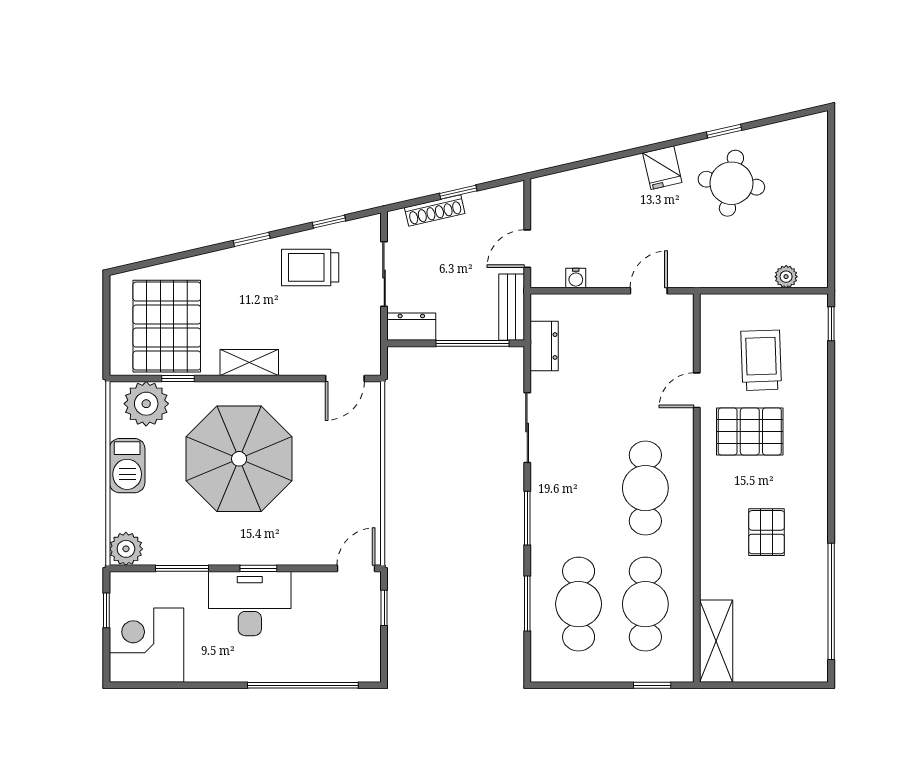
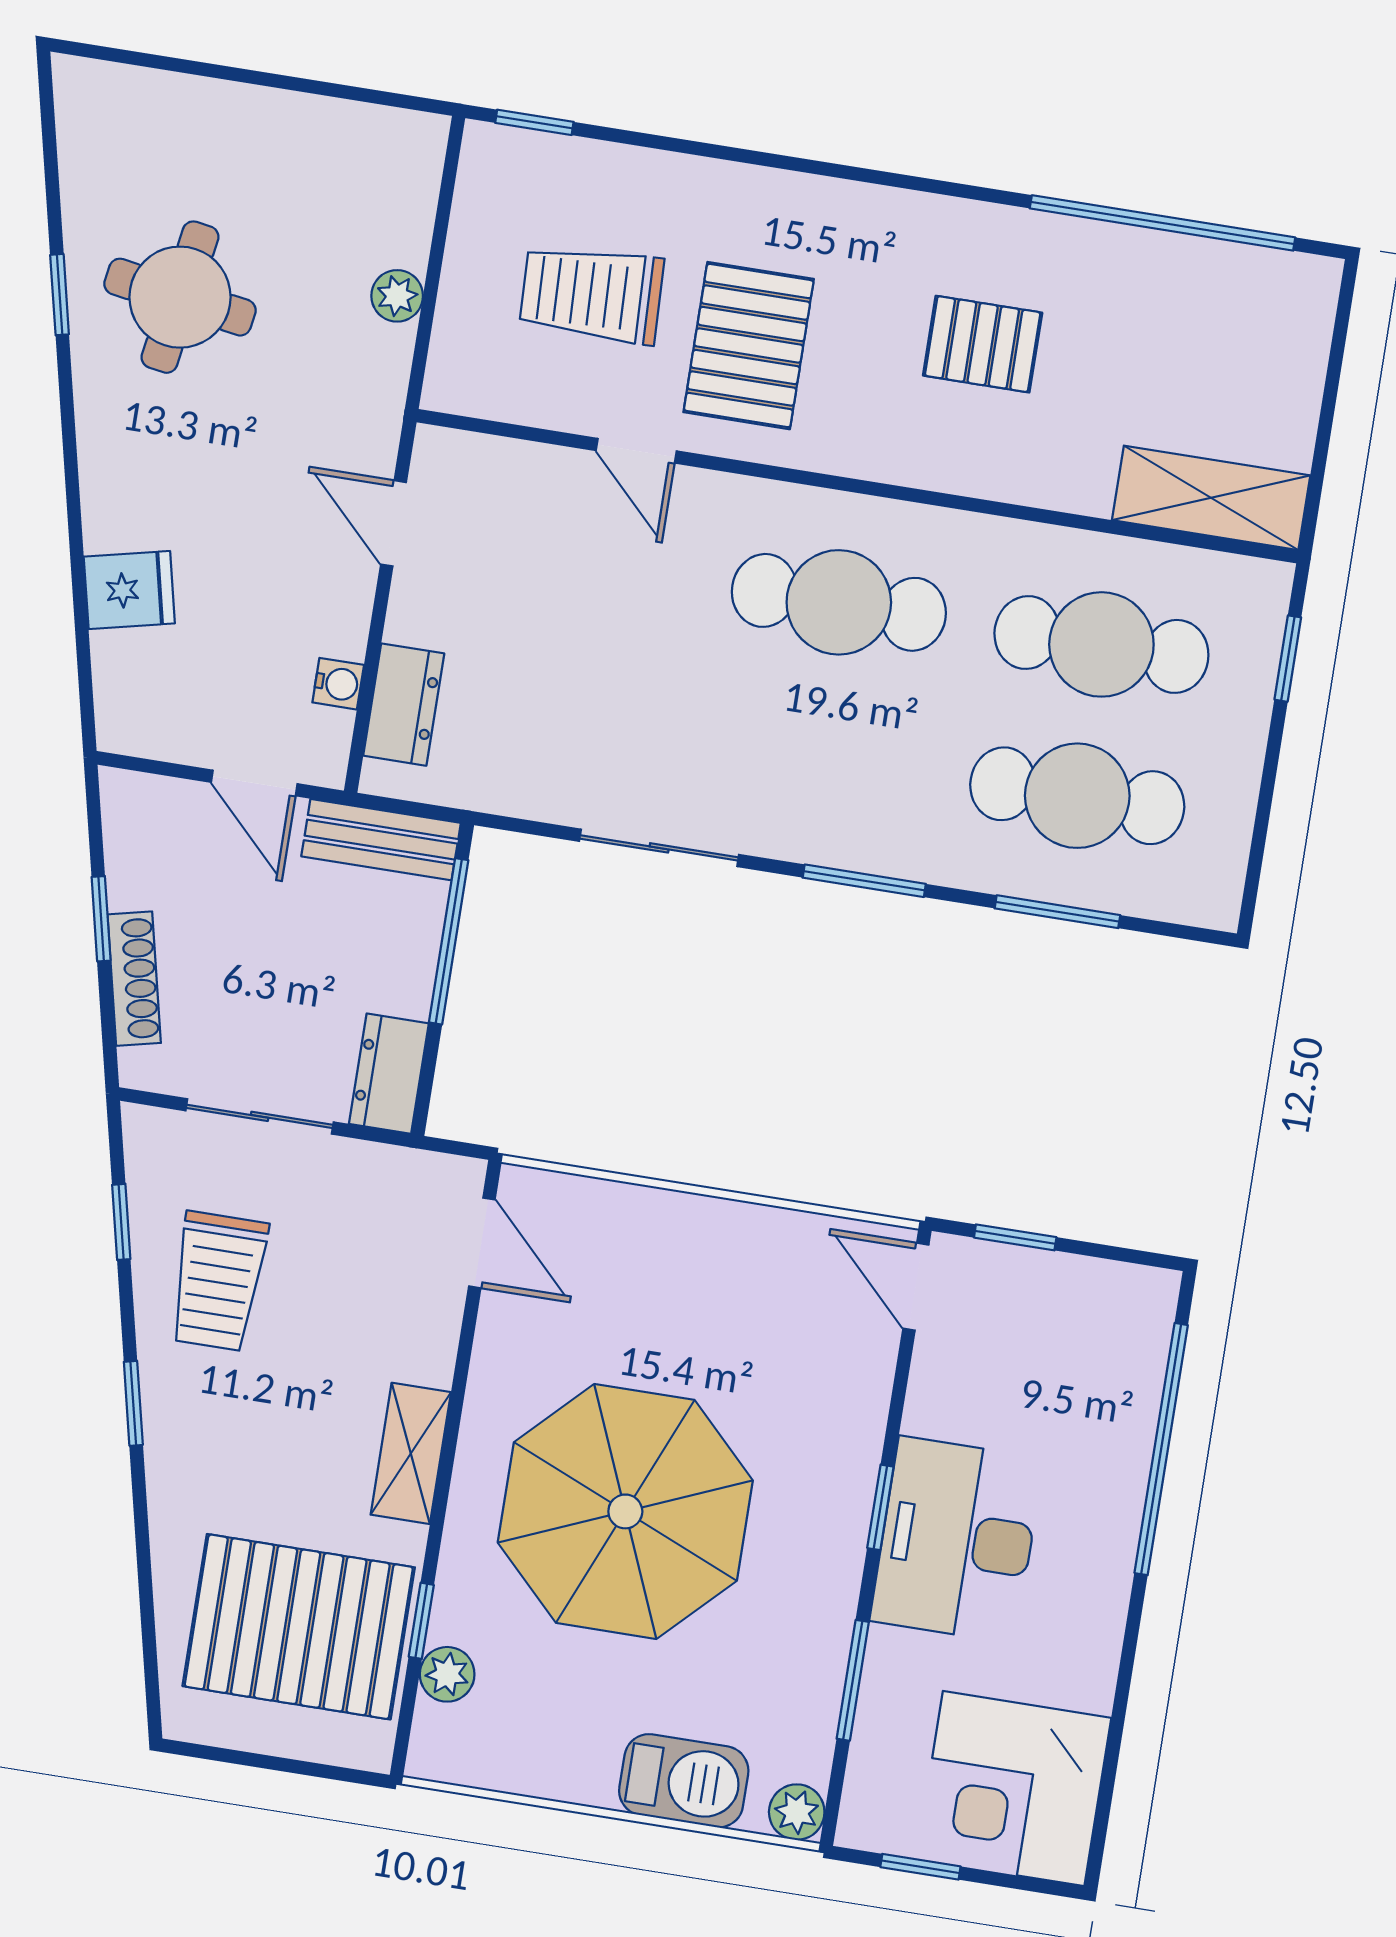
fridge: (662, 168) -> (129, 590), moved
plant: (786, 277) -> (397, 296), moved
dresser: (544, 346) -> (404, 705), moved, turned 90
plant: (146, 404) -> (447, 1674), width x0.53, depth x0.53
barbecue: (127, 466) -> (684, 1781), moved
plant: (126, 549) -> (797, 1812), width x0.73, depth x0.73

